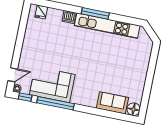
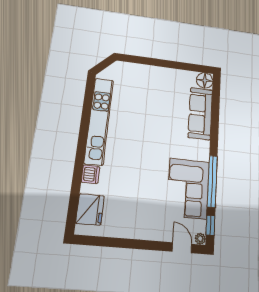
fridge: (41, 12) -> (90, 209), width x1.88, depth x1.34
window: (95, 13) -> (83, 138), removed
sofa: (112, 103) -> (200, 113), width x1.36

